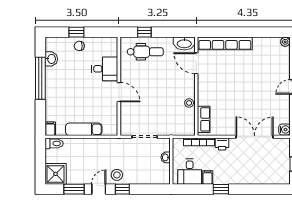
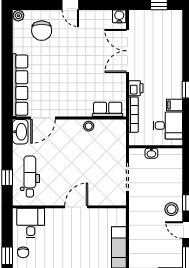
chair: (272, 62) -> (42, 31), added
desk: (105, 69) -> (31, 223), moved

